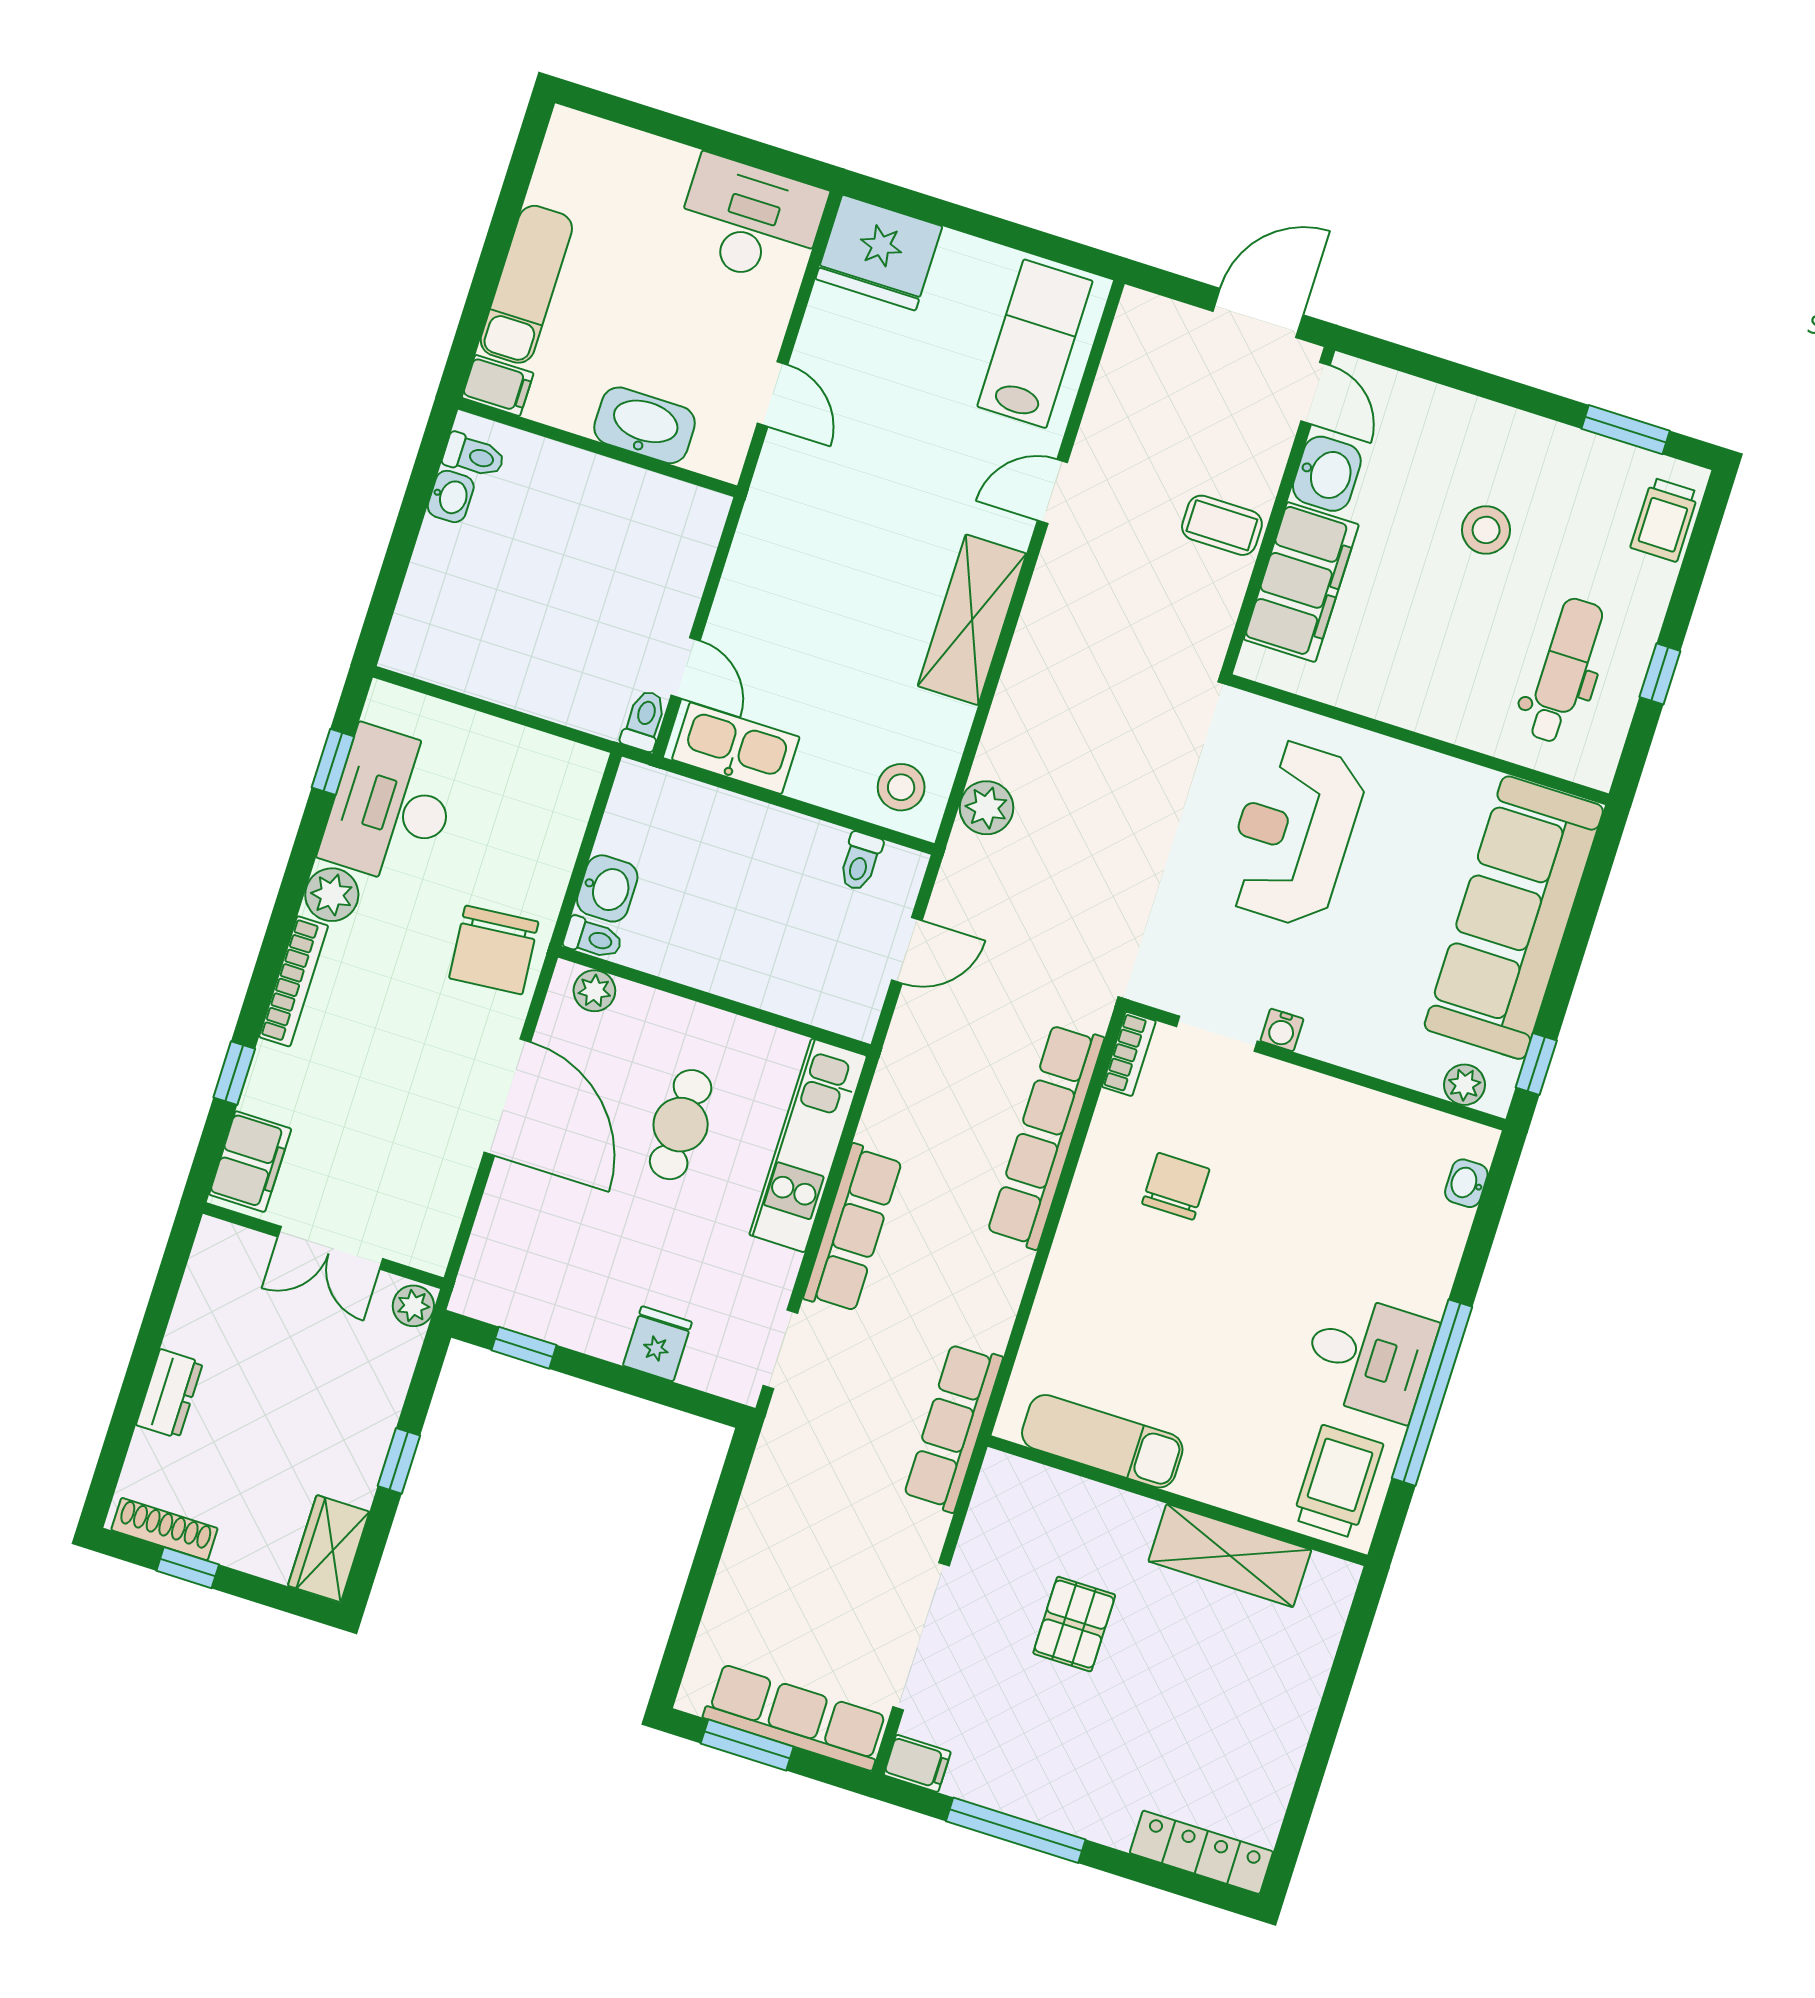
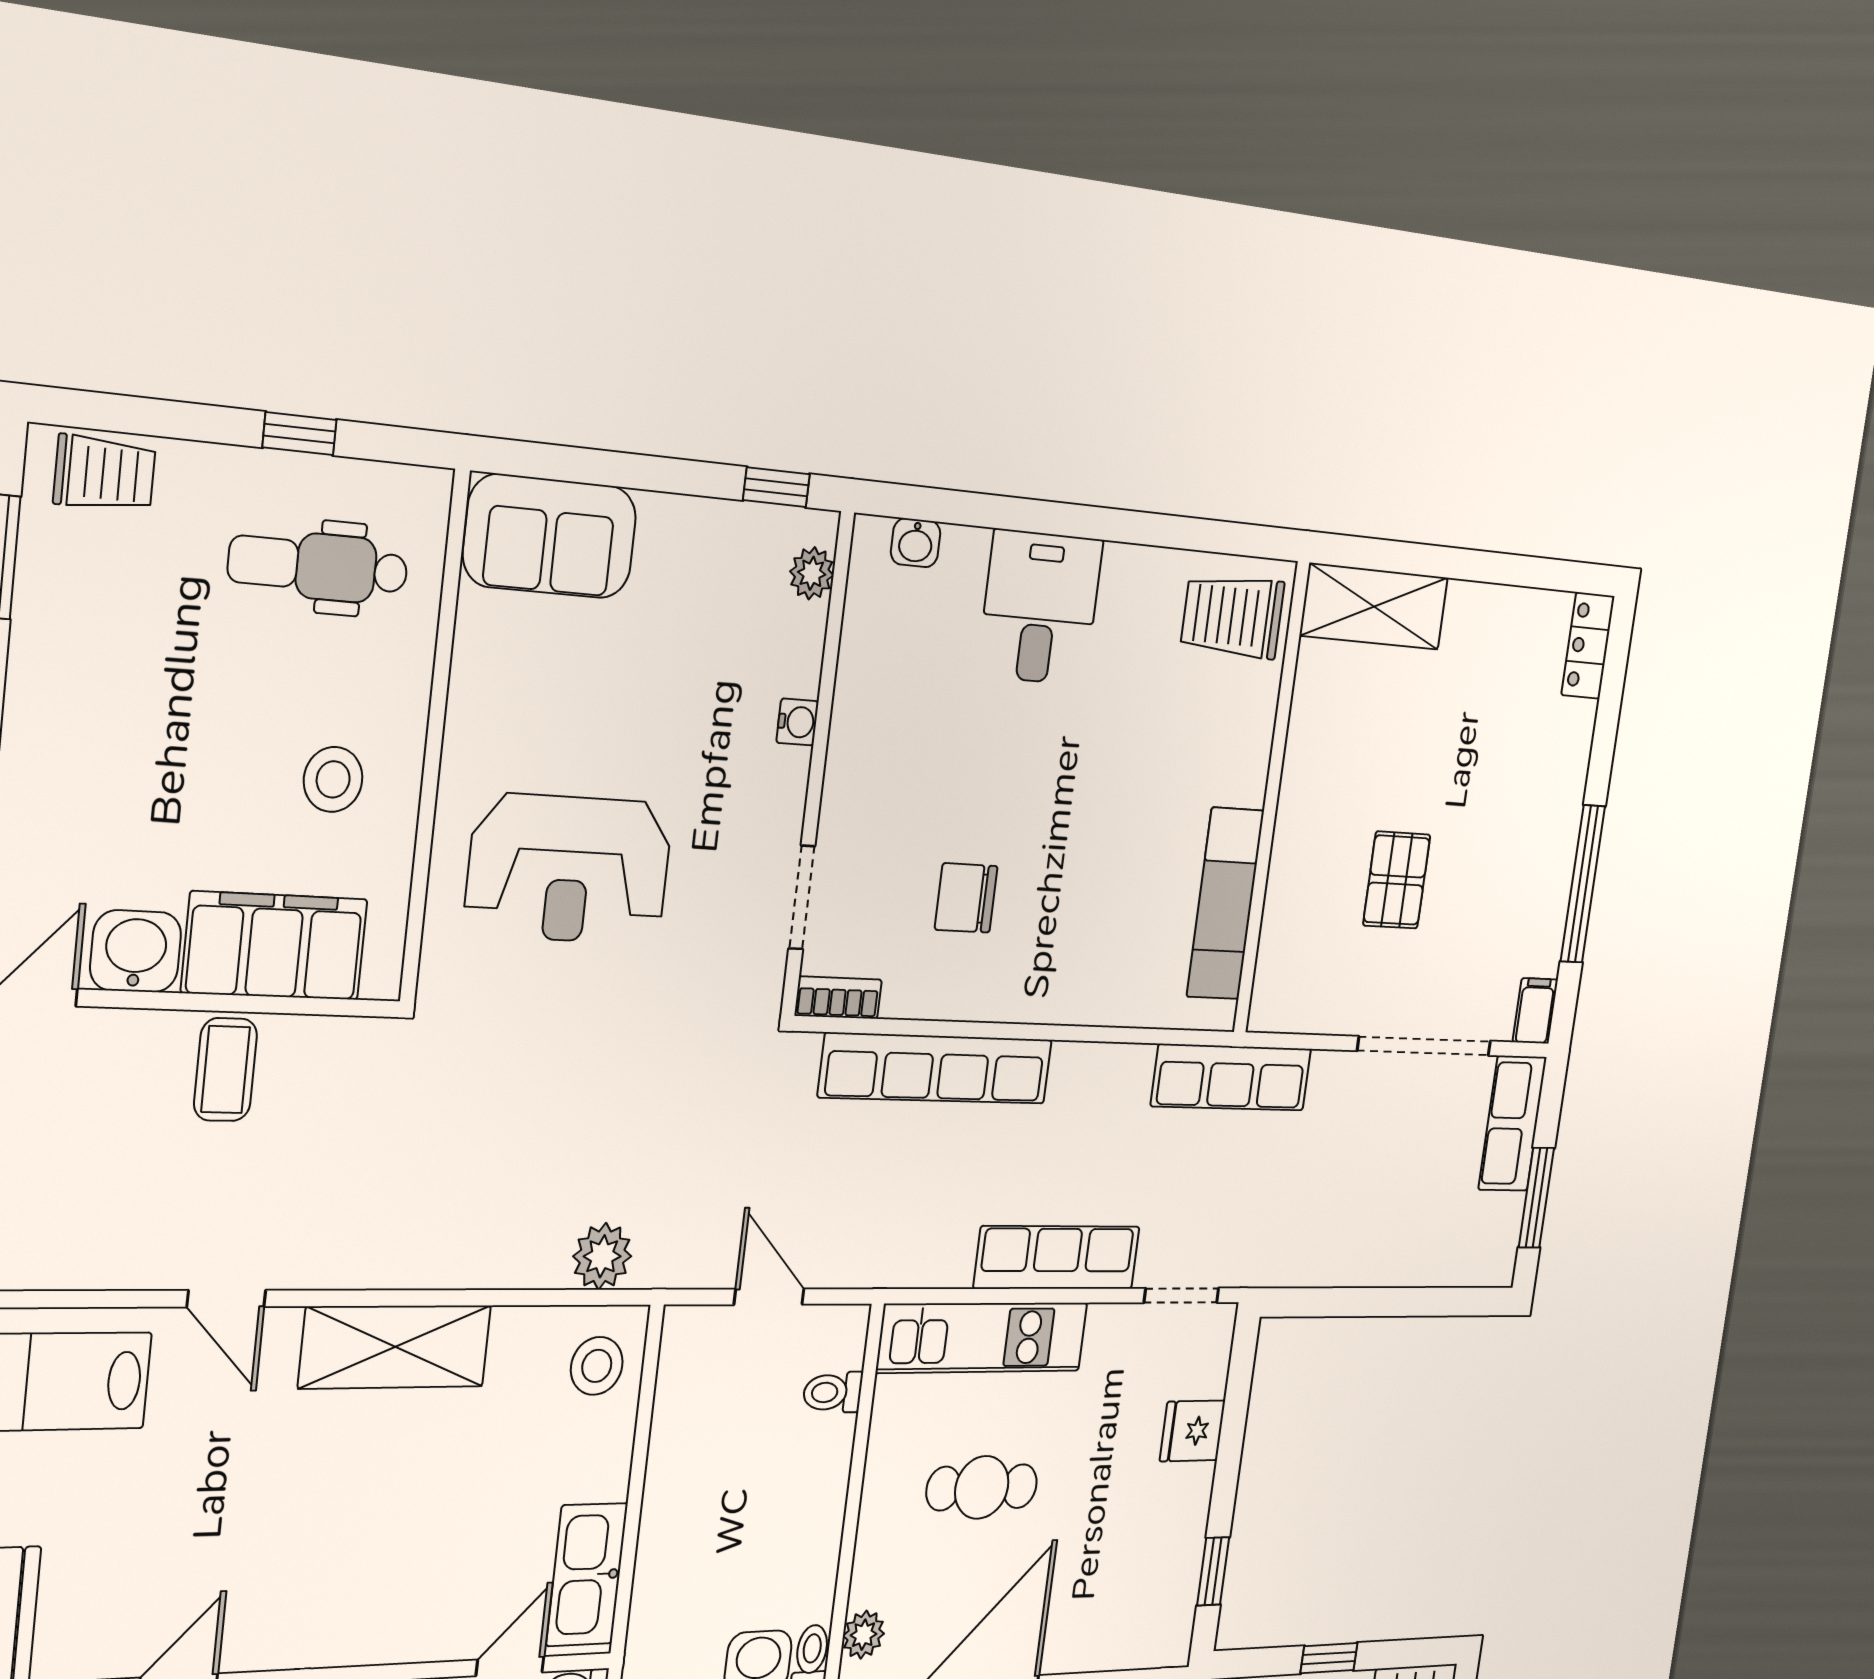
stool: (1486, 530) -> (333, 779), moved
toilet: (860, 861) -> (833, 1392), moved, turned 180
sofa: (1514, 918) -> (550, 536), width x0.54, depth x0.79
water cooler: (1282, 1030) -> (797, 722), moved
desk: (1369, 1357) -> (1040, 608), moved
window: (1432, 1393) -> (1133, 527), removed
shelving: (1230, 1556) -> (1374, 607), moved, turned 90
pallet: (1074, 1624) -> (1397, 880), turned 90
row of seats: (796, 1717) -> (1512, 1123), width x0.68
locker: (1201, 1852) -> (1588, 646), width x0.66

